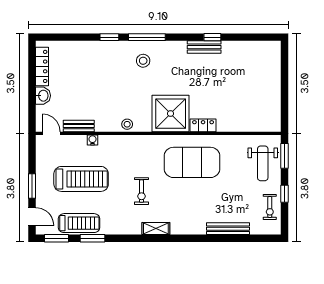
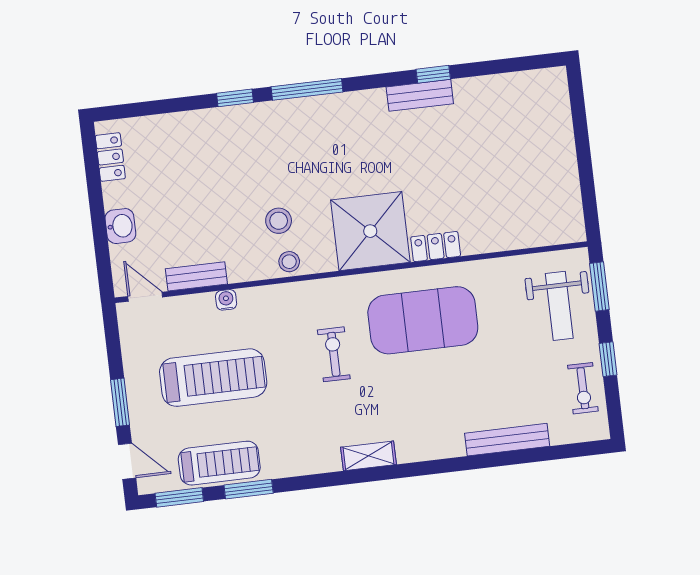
stool: (143, 61) -> (279, 221), moved
locker: (42, 66) -> (110, 157), width x0.66
exercise bike: (141, 191) -> (334, 354), moved, turned 180

